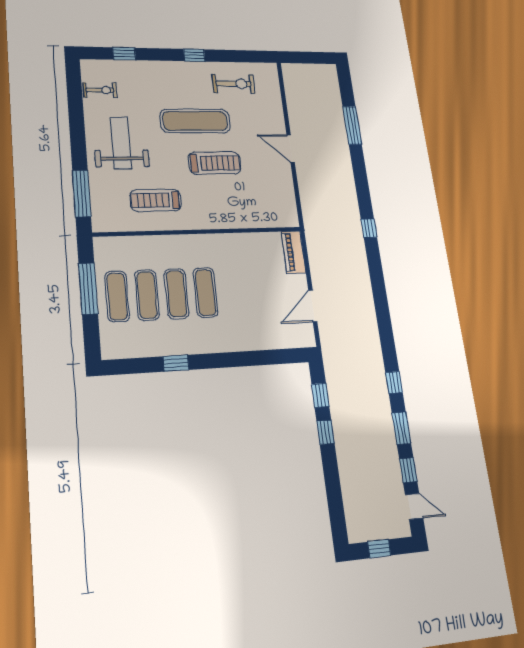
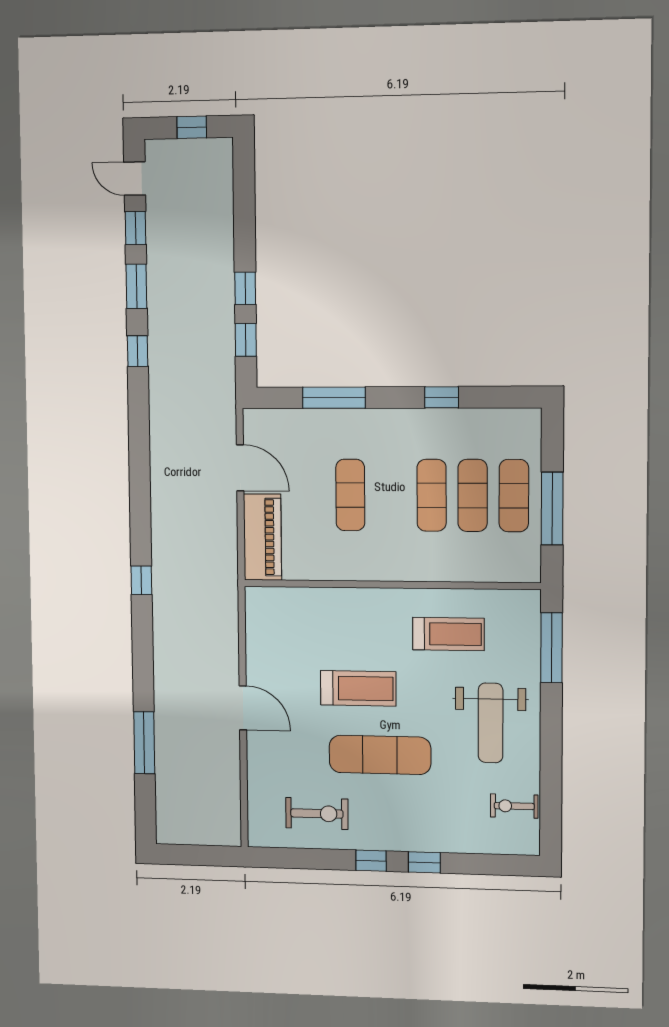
window: (124, 54) -> (424, 862), moved
exercise bike: (234, 84) -> (317, 813), turned 180
treadmill: (215, 163) -> (358, 688), turned 180
piano: (294, 252) -> (262, 537), width x1.37, depth x1.33
exercise mat: (206, 292) -> (350, 495), moved
door: (313, 306) -> (240, 468), hinge flipped
window: (253, 358) -> (334, 398), added

